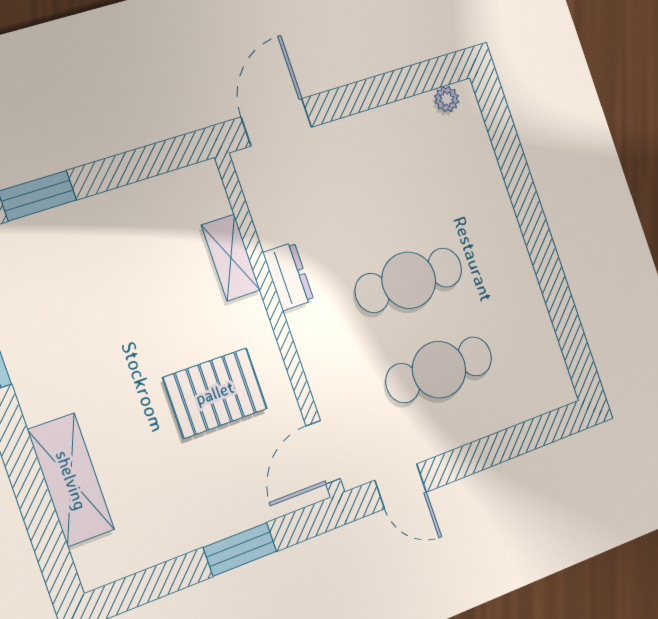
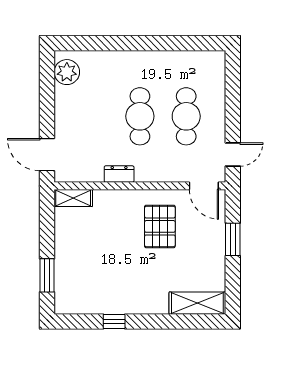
plant: (447, 99) -> (67, 72), width x1.87, depth x1.87
shelving: (231, 258) -> (73, 198), moved
shelving: (71, 480) -> (197, 303), moved

